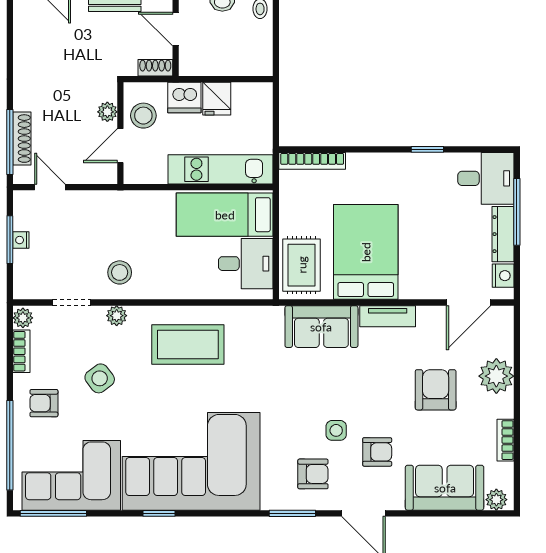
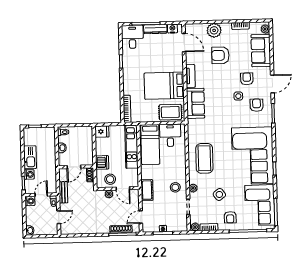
fridge: (217, 99) -> (102, 132), moved
cot: (115, 204) -> (147, 190), added

